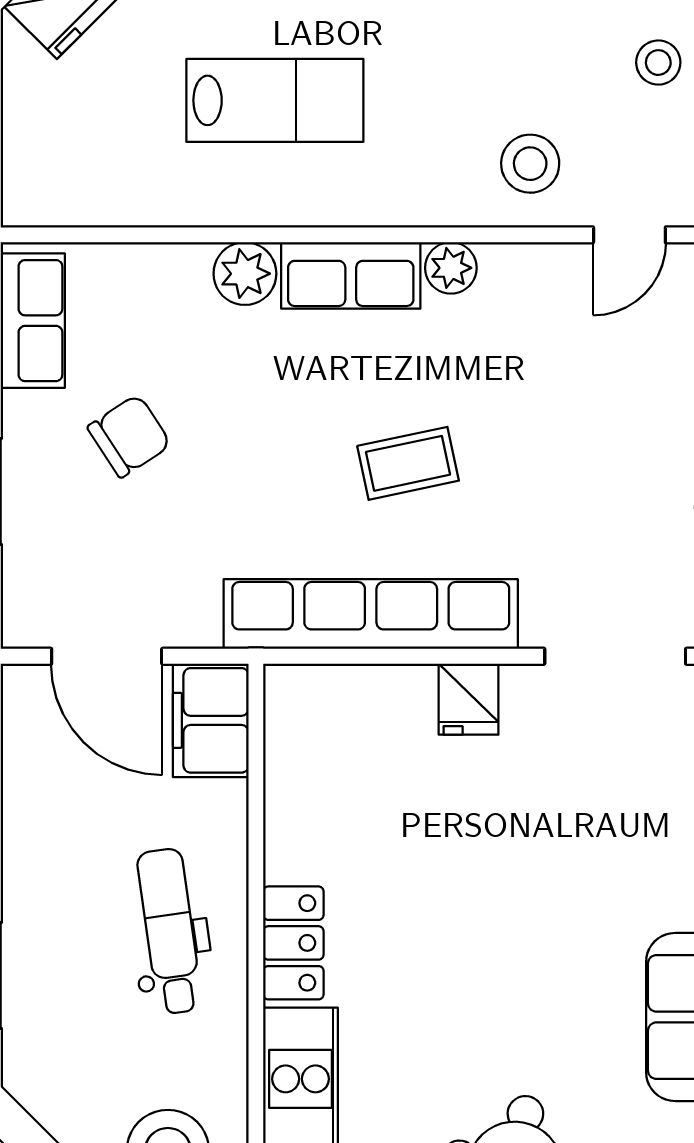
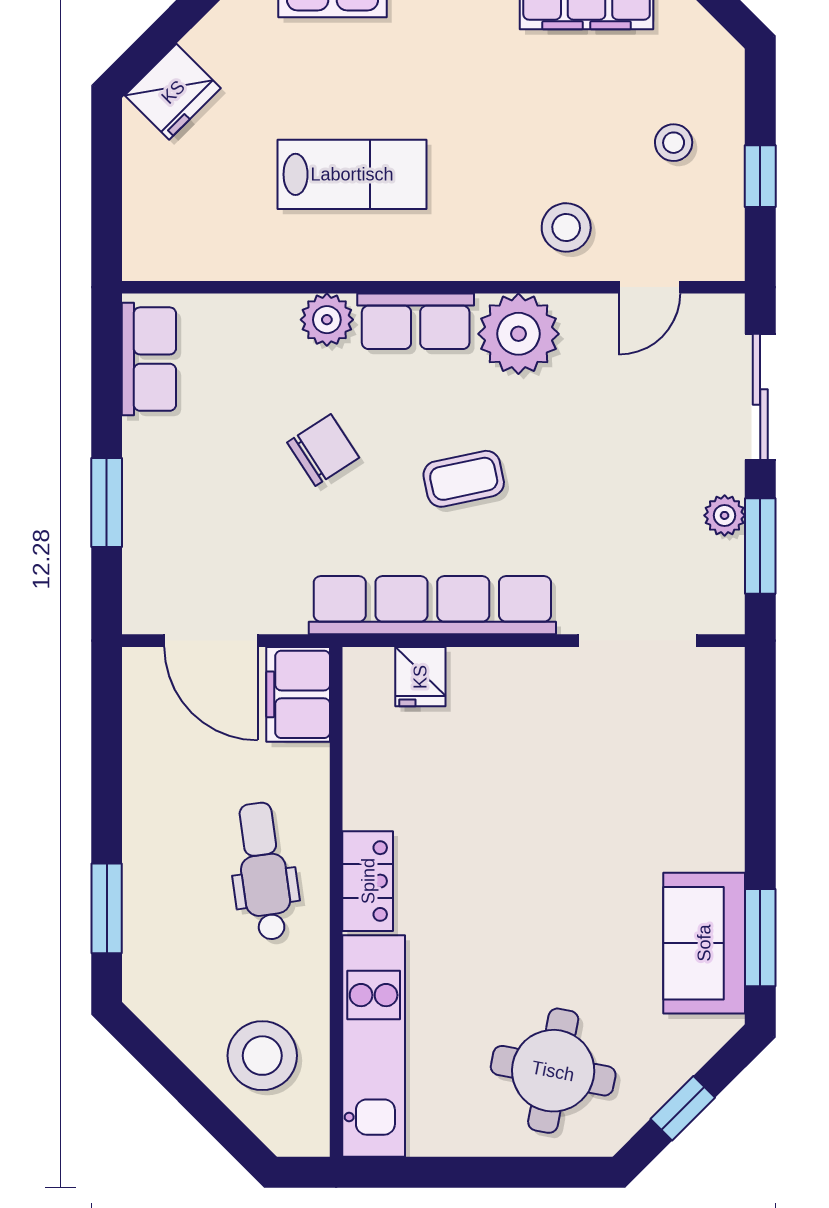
plant: (451, 268) -> (518, 334), width x1.87, depth x1.87
chair: (129, 436) -> (323, 450), moved
fridge: (469, 699) -> (420, 677), moved

